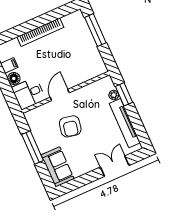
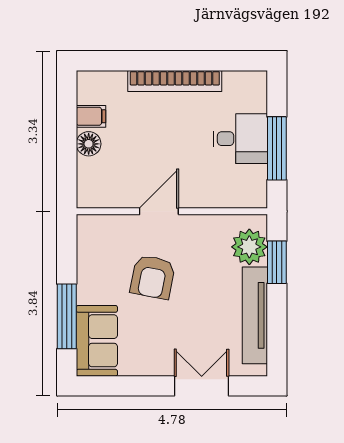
window: (95, 30) -> (277, 148), moved
desk: (29, 93) -> (240, 139), moved, turned 180
plant: (114, 95) -> (249, 247), width x1.88, depth x1.88
window: (33, 147) -> (67, 316), moved

